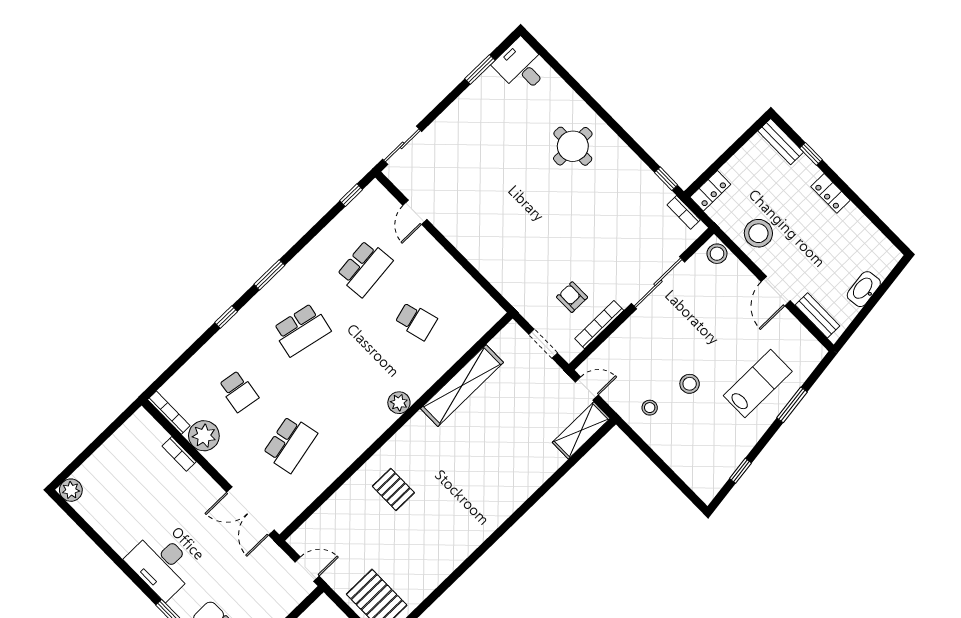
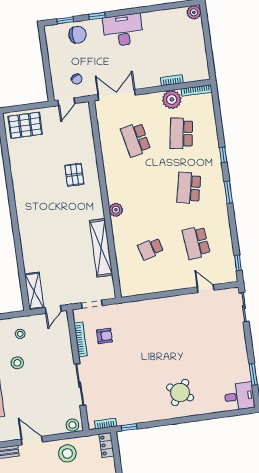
round table: (573, 146) -> (180, 393), turned 35
school desk: (238, 391) -> (181, 133), width x1.85
pallet: (393, 489) -> (74, 175), turned 90
chair: (268, 577) -> (77, 79), added

